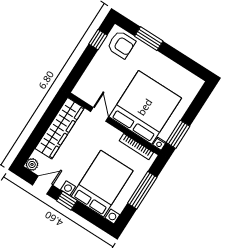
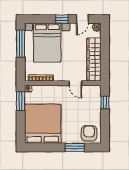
window: (98, 40) -> (105, 102), moved
armchair: (121, 45) -> (89, 133), turned 90
bed: (145, 107) -> (43, 124), moved, turned 180
window: (142, 190) -> (21, 44), moved

